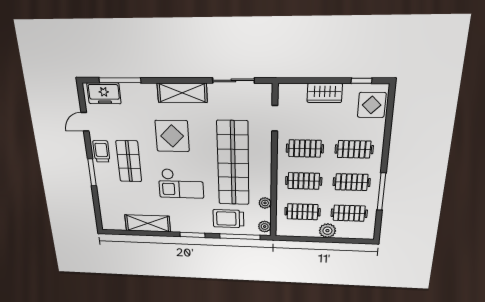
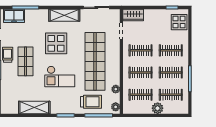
wardrobe: (325, 93) -> (133, 15), moved
trolley: (228, 219) -> (91, 102), turned 180

